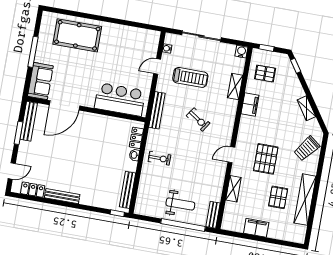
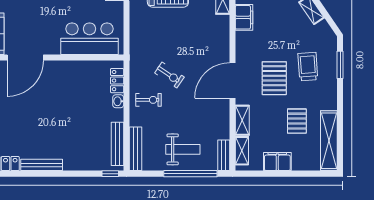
bench: (157, 110) -> (136, 149), moved
exercise bike: (198, 119) -> (169, 75), moved
trolley: (307, 149) -> (308, 67), moved, turned 138
door: (231, 155) -> (233, 80), width x1.87
window: (322, 158) -> (340, 65), added
shelving: (305, 200) -> (329, 141), moved
shelving: (229, 214) -> (242, 151), added

